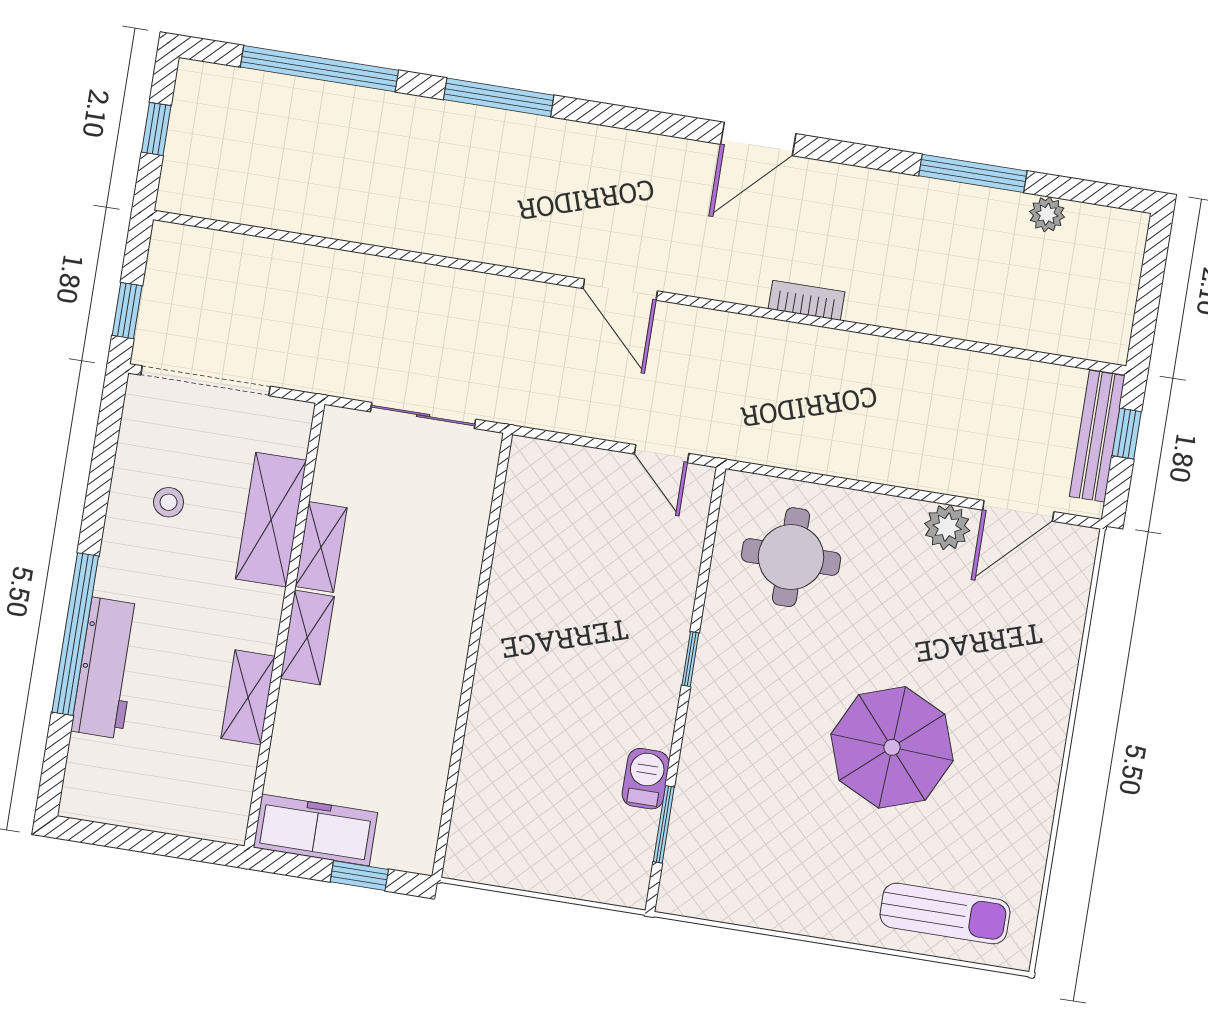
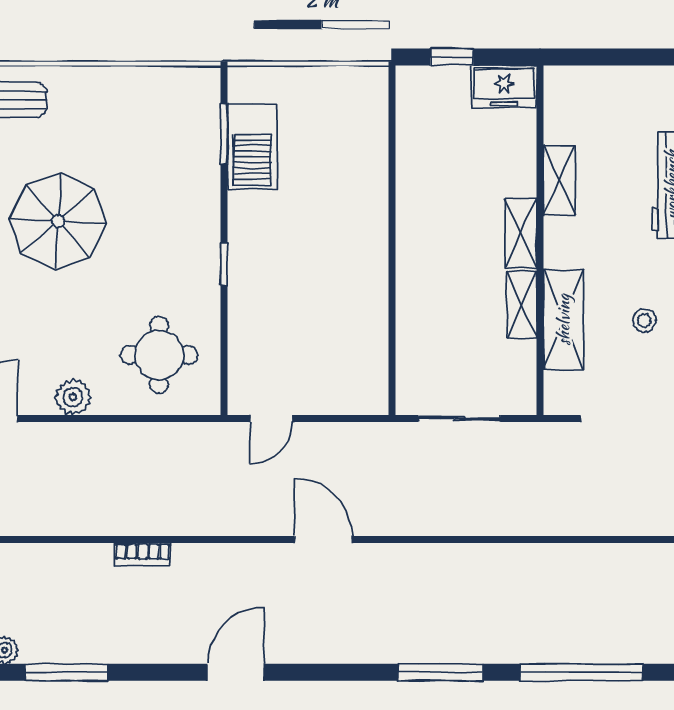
bookcase: (807, 300) -> (143, 554), moved
door: (662, 454) -> (271, 418), swing flipped
plant: (947, 527) -> (73, 397), moved
barbecue: (646, 779) -> (252, 146), width x1.88, depth x1.53
freezer: (315, 830) -> (504, 87), width x0.71

